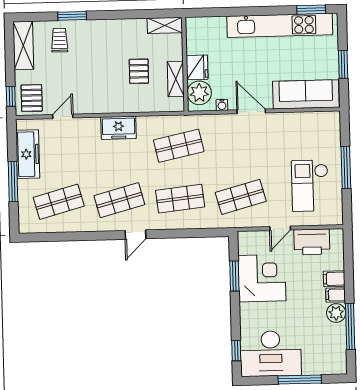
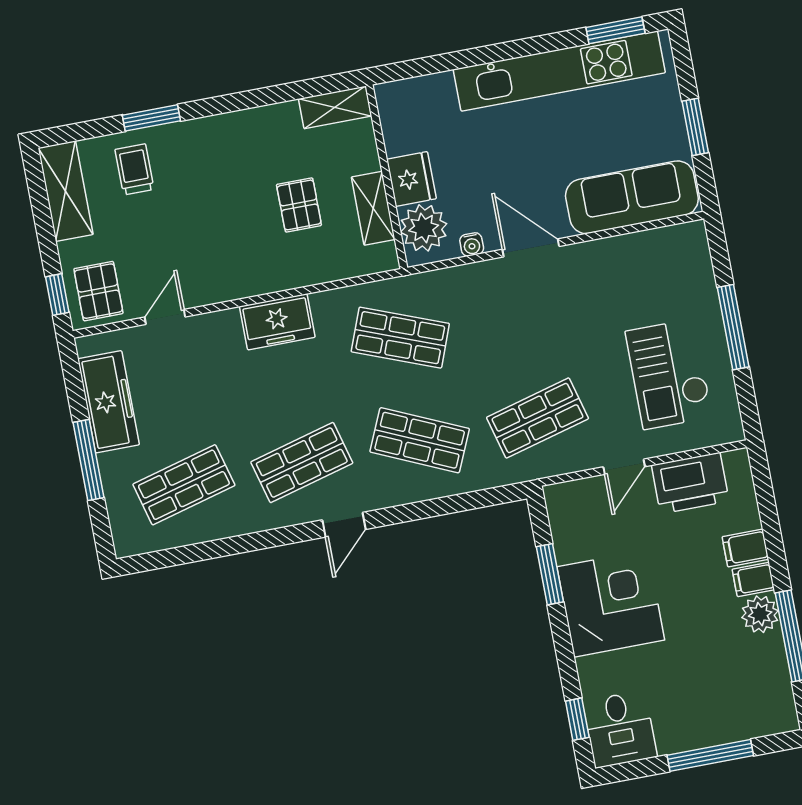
shop shelf: (179, 146) -> (400, 338), turned 33
shop shelf: (180, 199) -> (420, 440), turned 30
corner desk: (262, 278) -> (611, 603), moved
desk: (271, 354) -> (620, 729), width x0.53, depth x0.77

